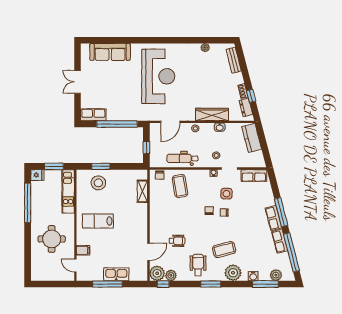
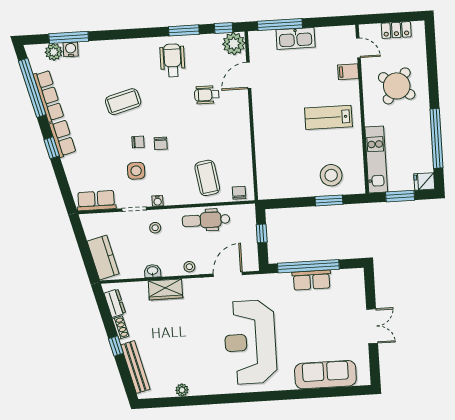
bench: (234, 60) -> (135, 367), width x1.36
window: (251, 96) -> (116, 346), moved
wardrobe: (212, 114) -> (165, 289), width x0.67
row of seats: (93, 115) -> (312, 280), moved
dental chair: (182, 158) -> (206, 220), turned 180
shelving: (142, 191) -> (264, 166), removed
window: (281, 212) -> (52, 148), width x0.46
lab bench: (98, 221) -> (328, 117), turned 180
round table: (52, 239) -> (397, 86), turned 36
row of seats: (280, 241) -> (48, 96), width x1.48
coffee table: (224, 250) -> (123, 102), moved
wheelchair: (198, 265) -> (172, 60), turned 180
plant: (233, 273) -> (119, 52), removed
plant: (171, 275) -> (213, 42), removed
locker: (50, 276) -> (396, 30), added
water cooler: (253, 276) -> (71, 49), moved
window: (107, 284) -> (280, 25), moved
window: (211, 284) -> (184, 30), moved

